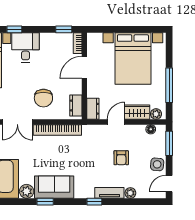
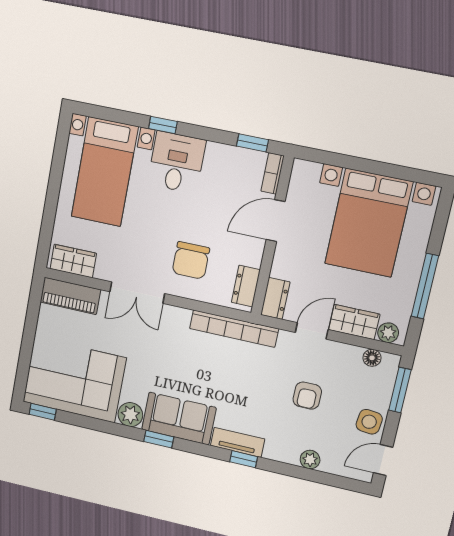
bookcase: (57, 130) -> (234, 329), moved
tv unit: (109, 193) -> (238, 442), moved

